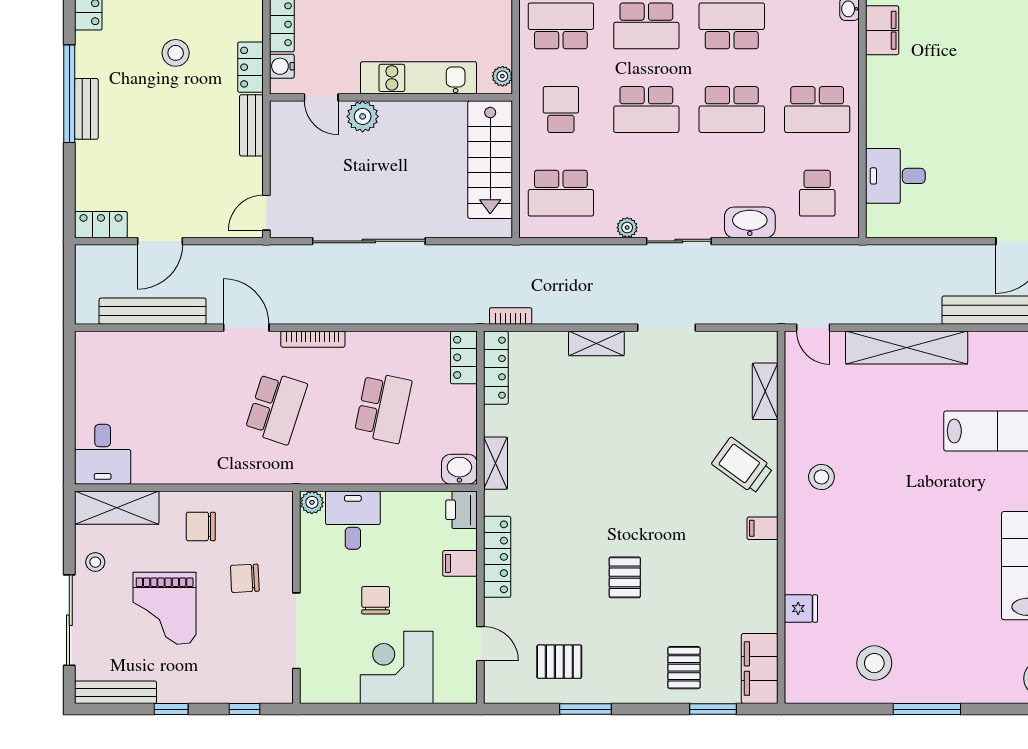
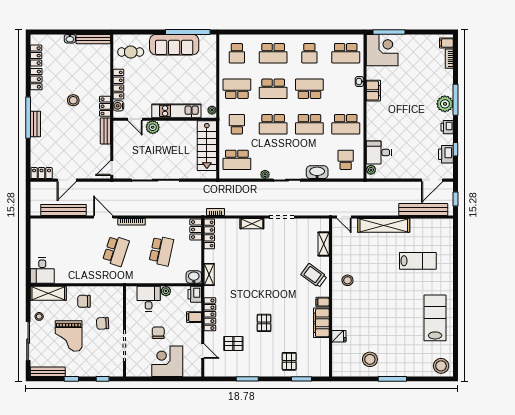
school desk: (817, 193) -> (346, 160), turned 180
plant: (877, 217) -> (371, 170), added
plant: (312, 502) -> (166, 291), moved
pallet: (559, 662) -> (233, 343), moved
filing cabinet: (760, 669) -> (321, 323), moved

